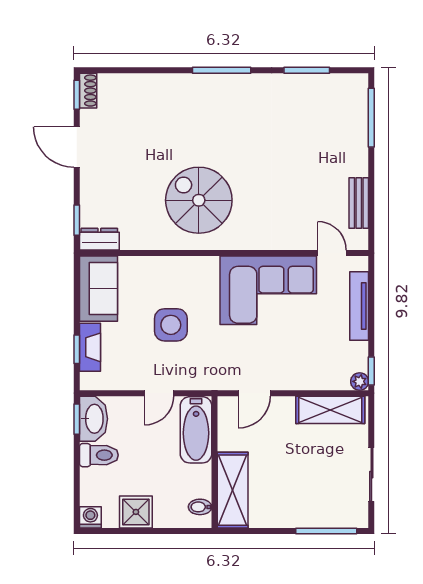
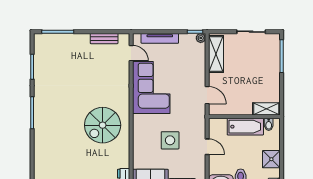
door: (332, 253) -> (131, 53), swing flipped
bathtub: (196, 430) -> (245, 127), moved
shelving: (233, 490) -> (266, 109), width x0.67, depth x0.75

